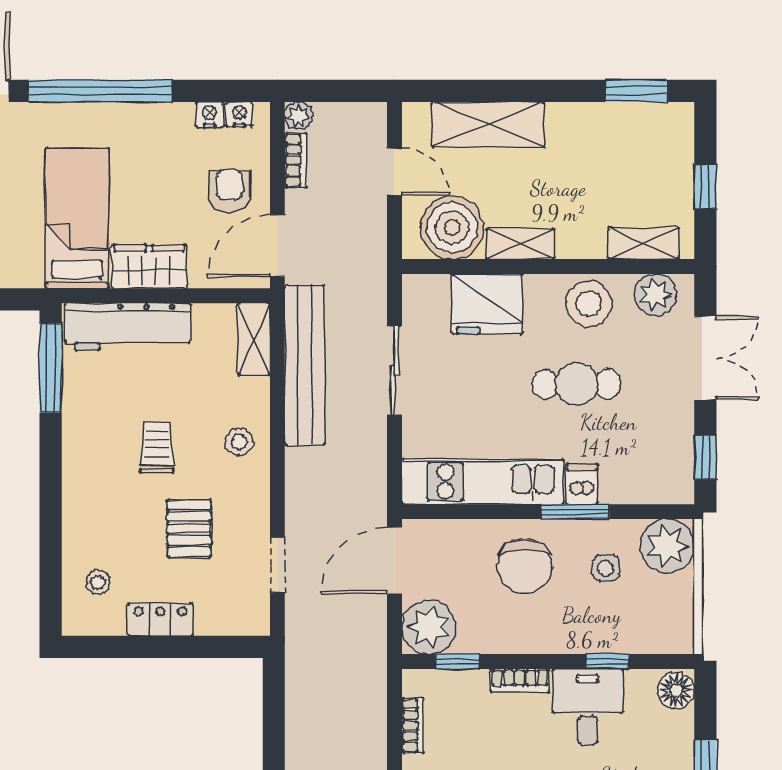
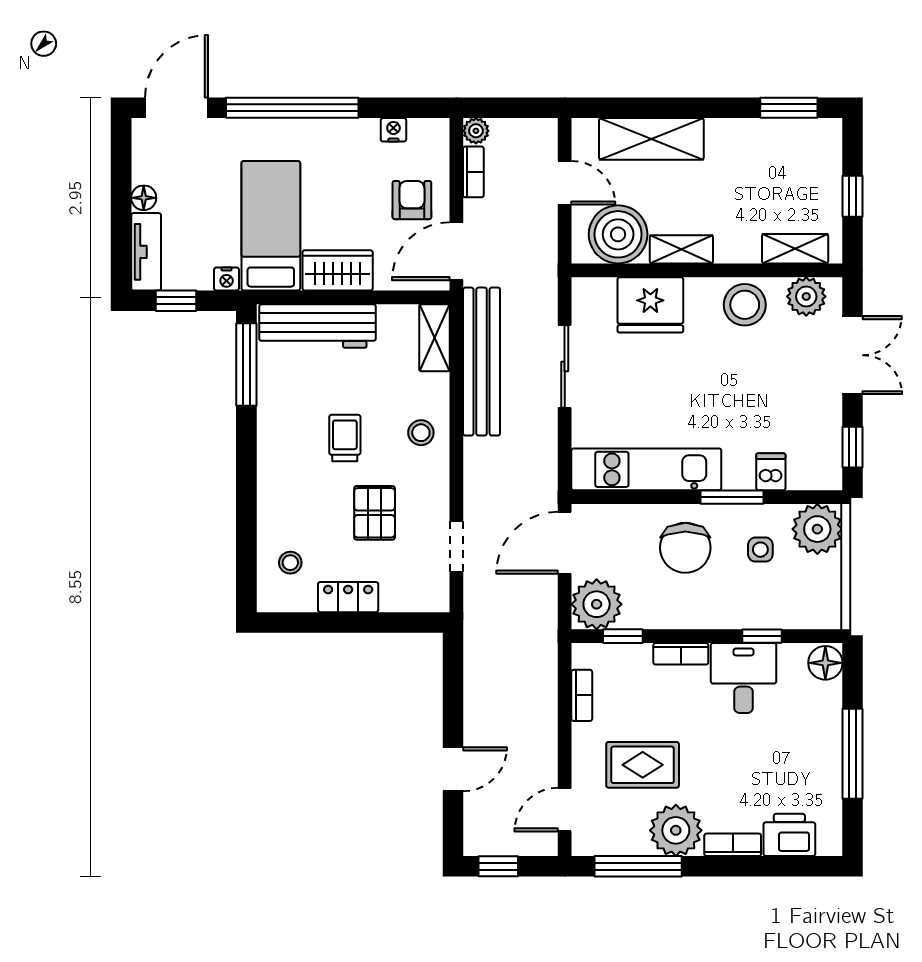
nightstand: (239, 114) -> (227, 279), moved, turned 180
cafe table: (576, 384) -> (733, 379), removed
dishwasher: (582, 484) -> (771, 472), moved

